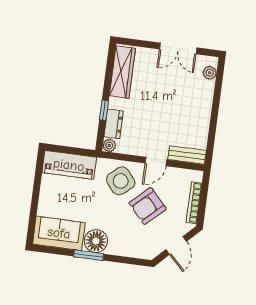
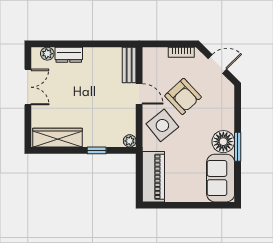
dresser: (114, 124) -> (69, 55), moved, turned 180
bookcase: (194, 203) -> (181, 52), width x0.64

